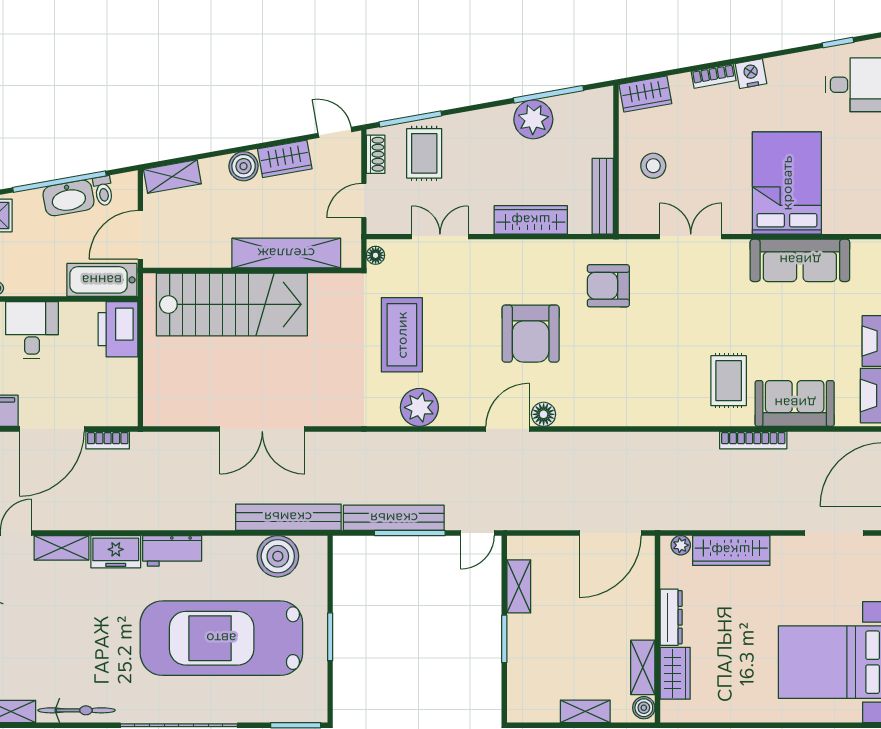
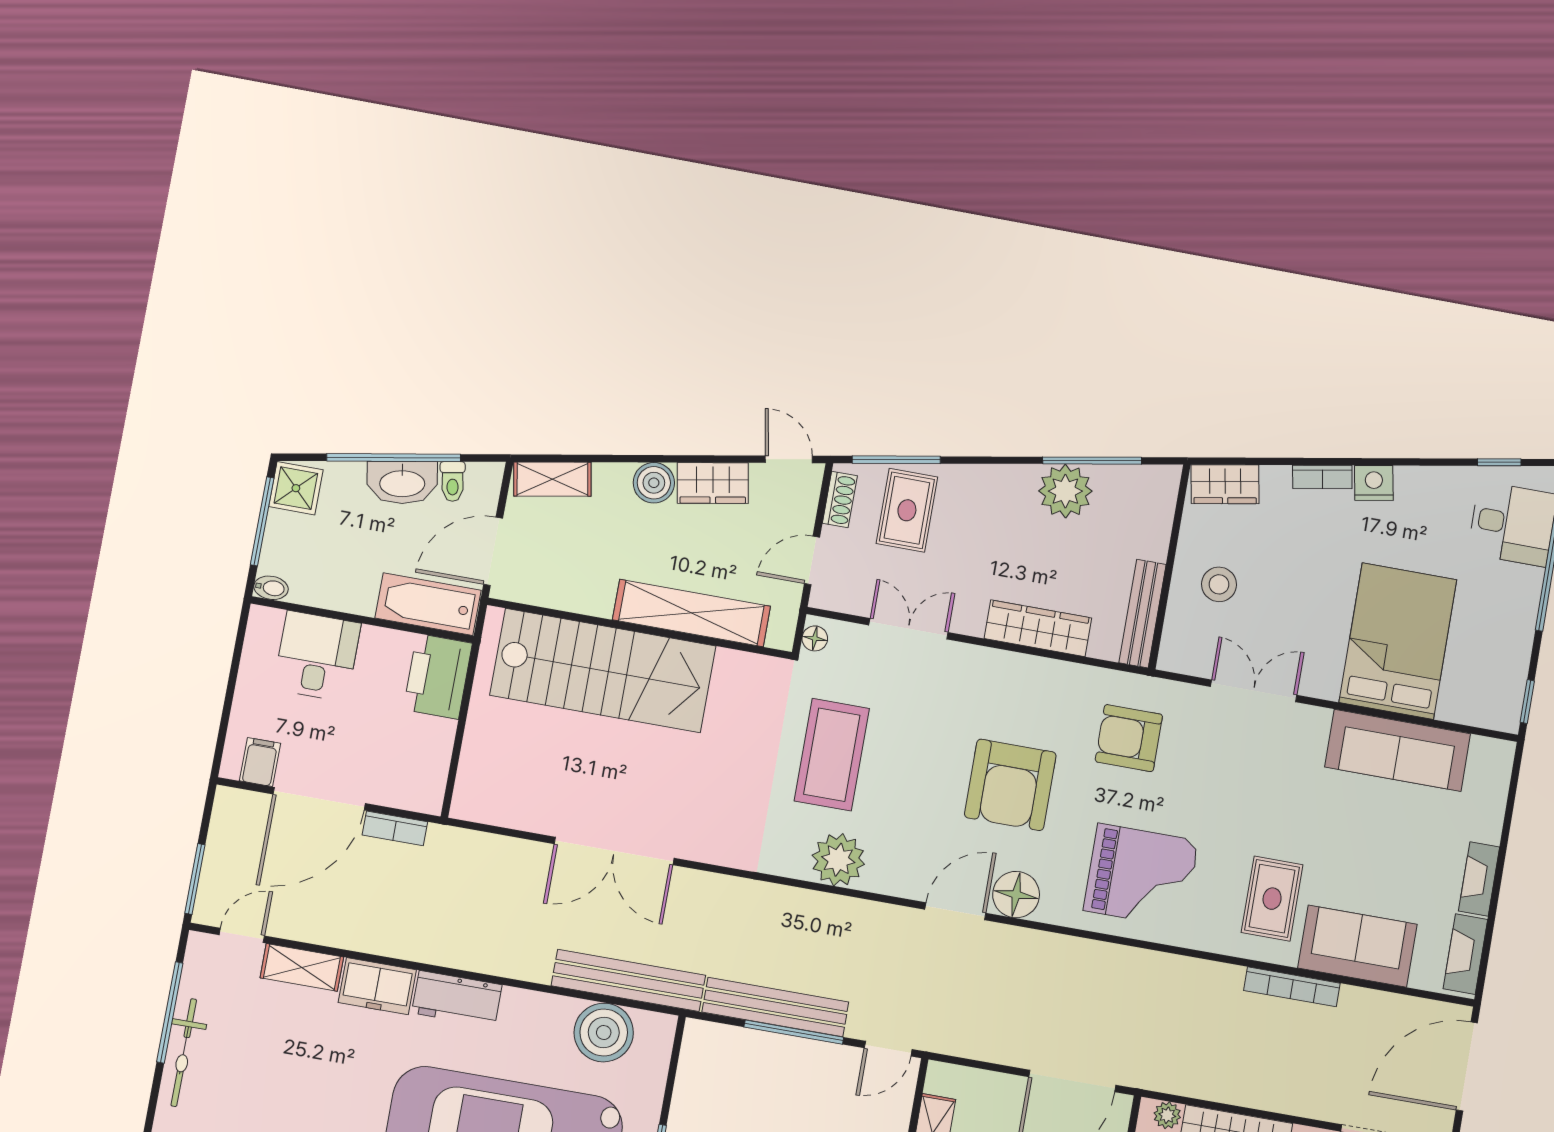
grand piano: (634, 381) -> (1141, 876), added
floor lamp: (544, 414) -> (1016, 895), width x1.38, depth x1.38

